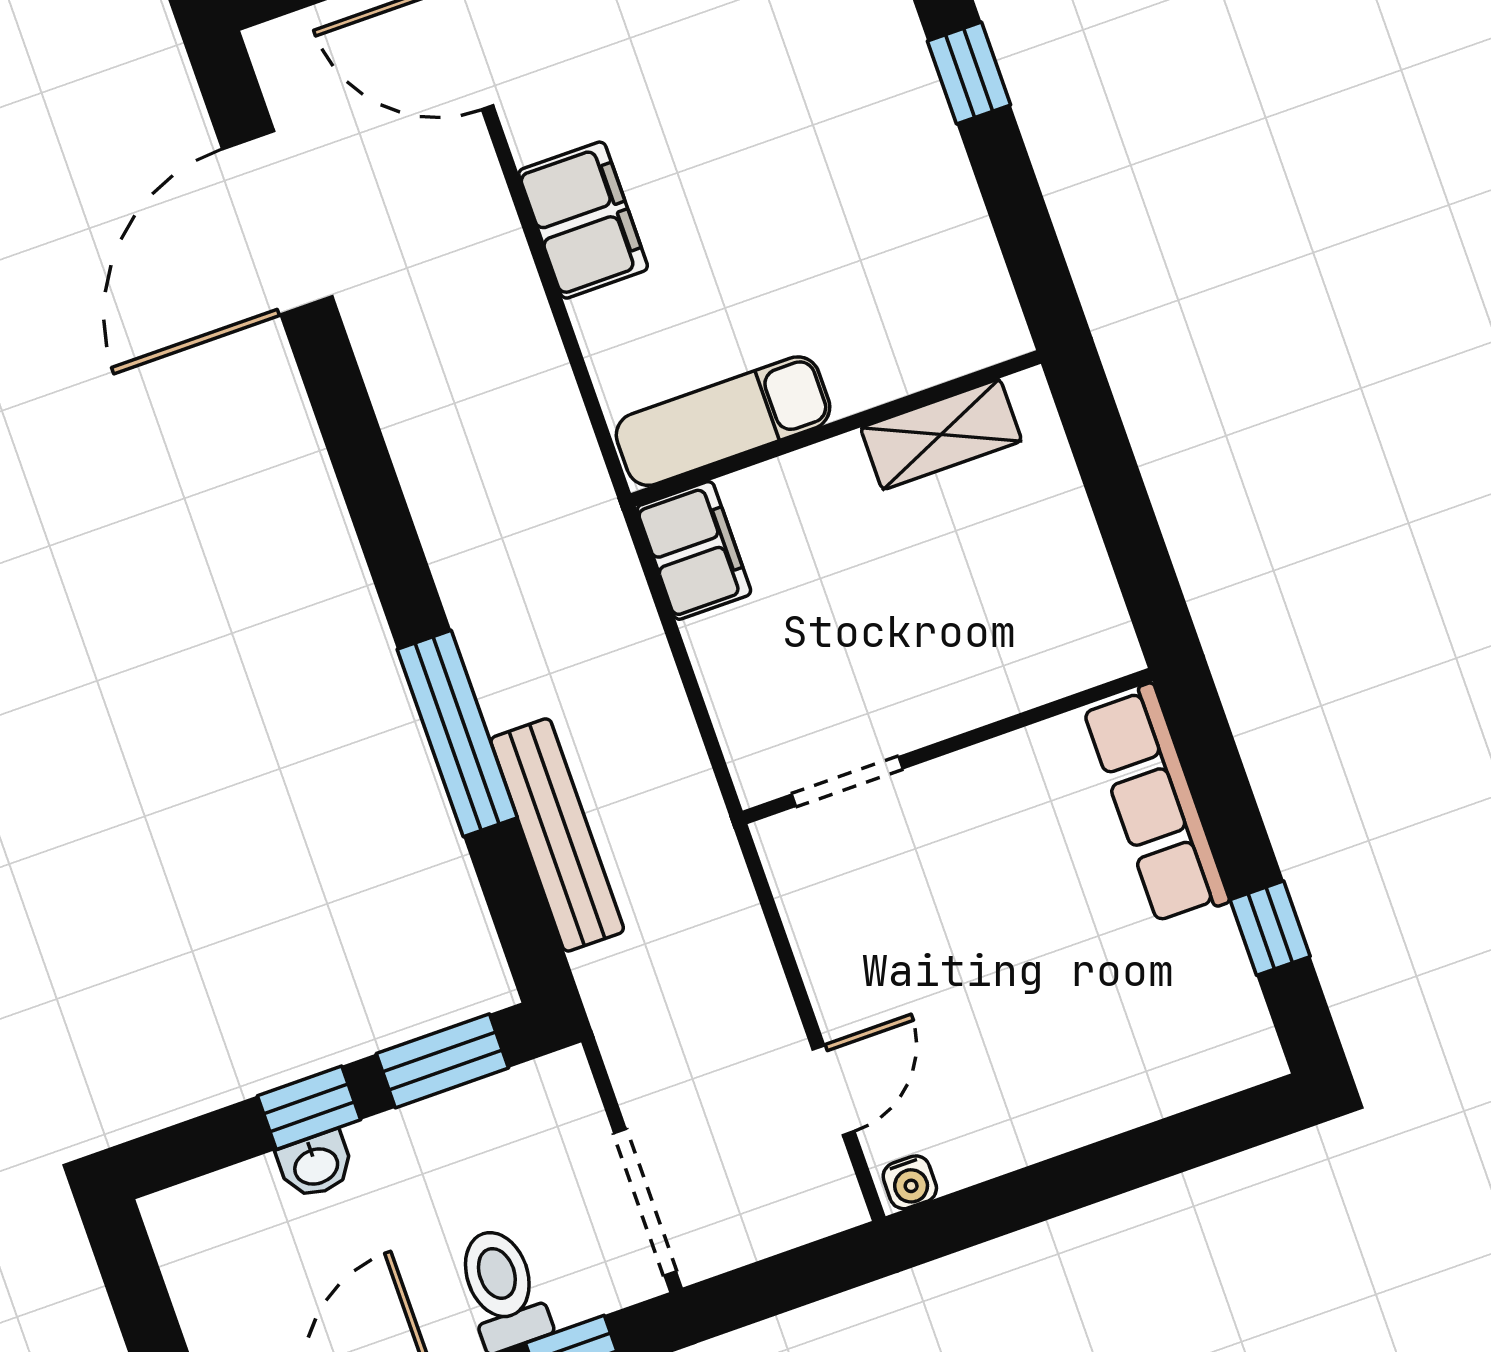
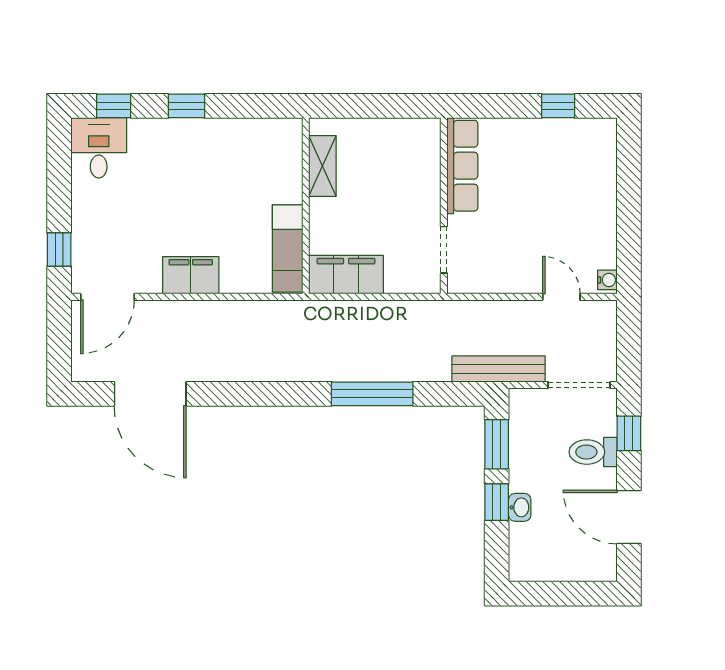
filing cabinet: (694, 550) -> (346, 275), width x1.50, depth x1.17
row of seats: (1156, 804) -> (462, 166), moved, turned -90
bench: (557, 835) -> (499, 369), moved

